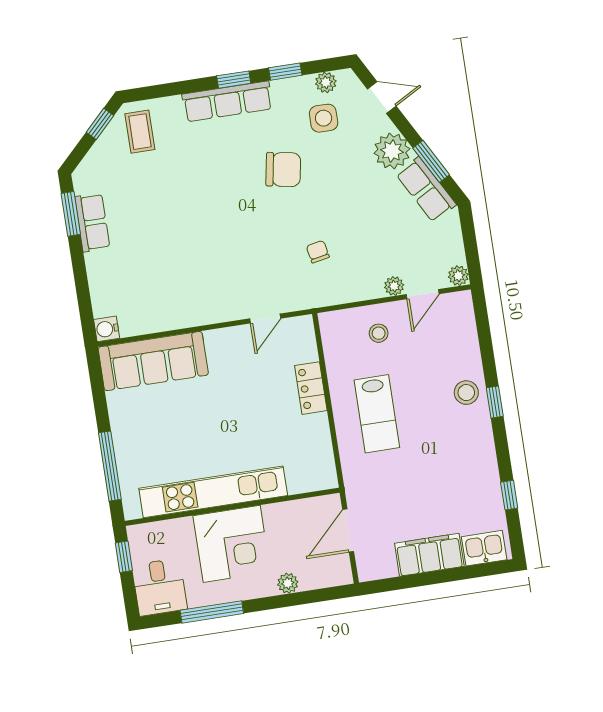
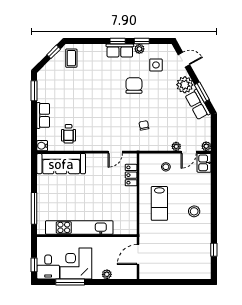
plant: (326, 82) -> (139, 49), moved
row of seats: (227, 101) -> (120, 51), width x0.68
chair: (283, 169) -> (134, 86), turned -100
row of seats: (92, 222) -> (43, 115), moved
wheelchair: (159, 295) -> (69, 134), added
locker: (311, 388) -> (131, 175), moved
stool: (466, 393) -> (194, 211), moved
window: (495, 402) -> (214, 206), removed
corner desk: (232, 544) -> (76, 263), moved, turned 180
kitchen sink: (484, 548) -> (204, 163), moved, turned -90
filing cabinet: (429, 555) -> (173, 271), removed
window: (124, 557) -> (34, 265), moved

